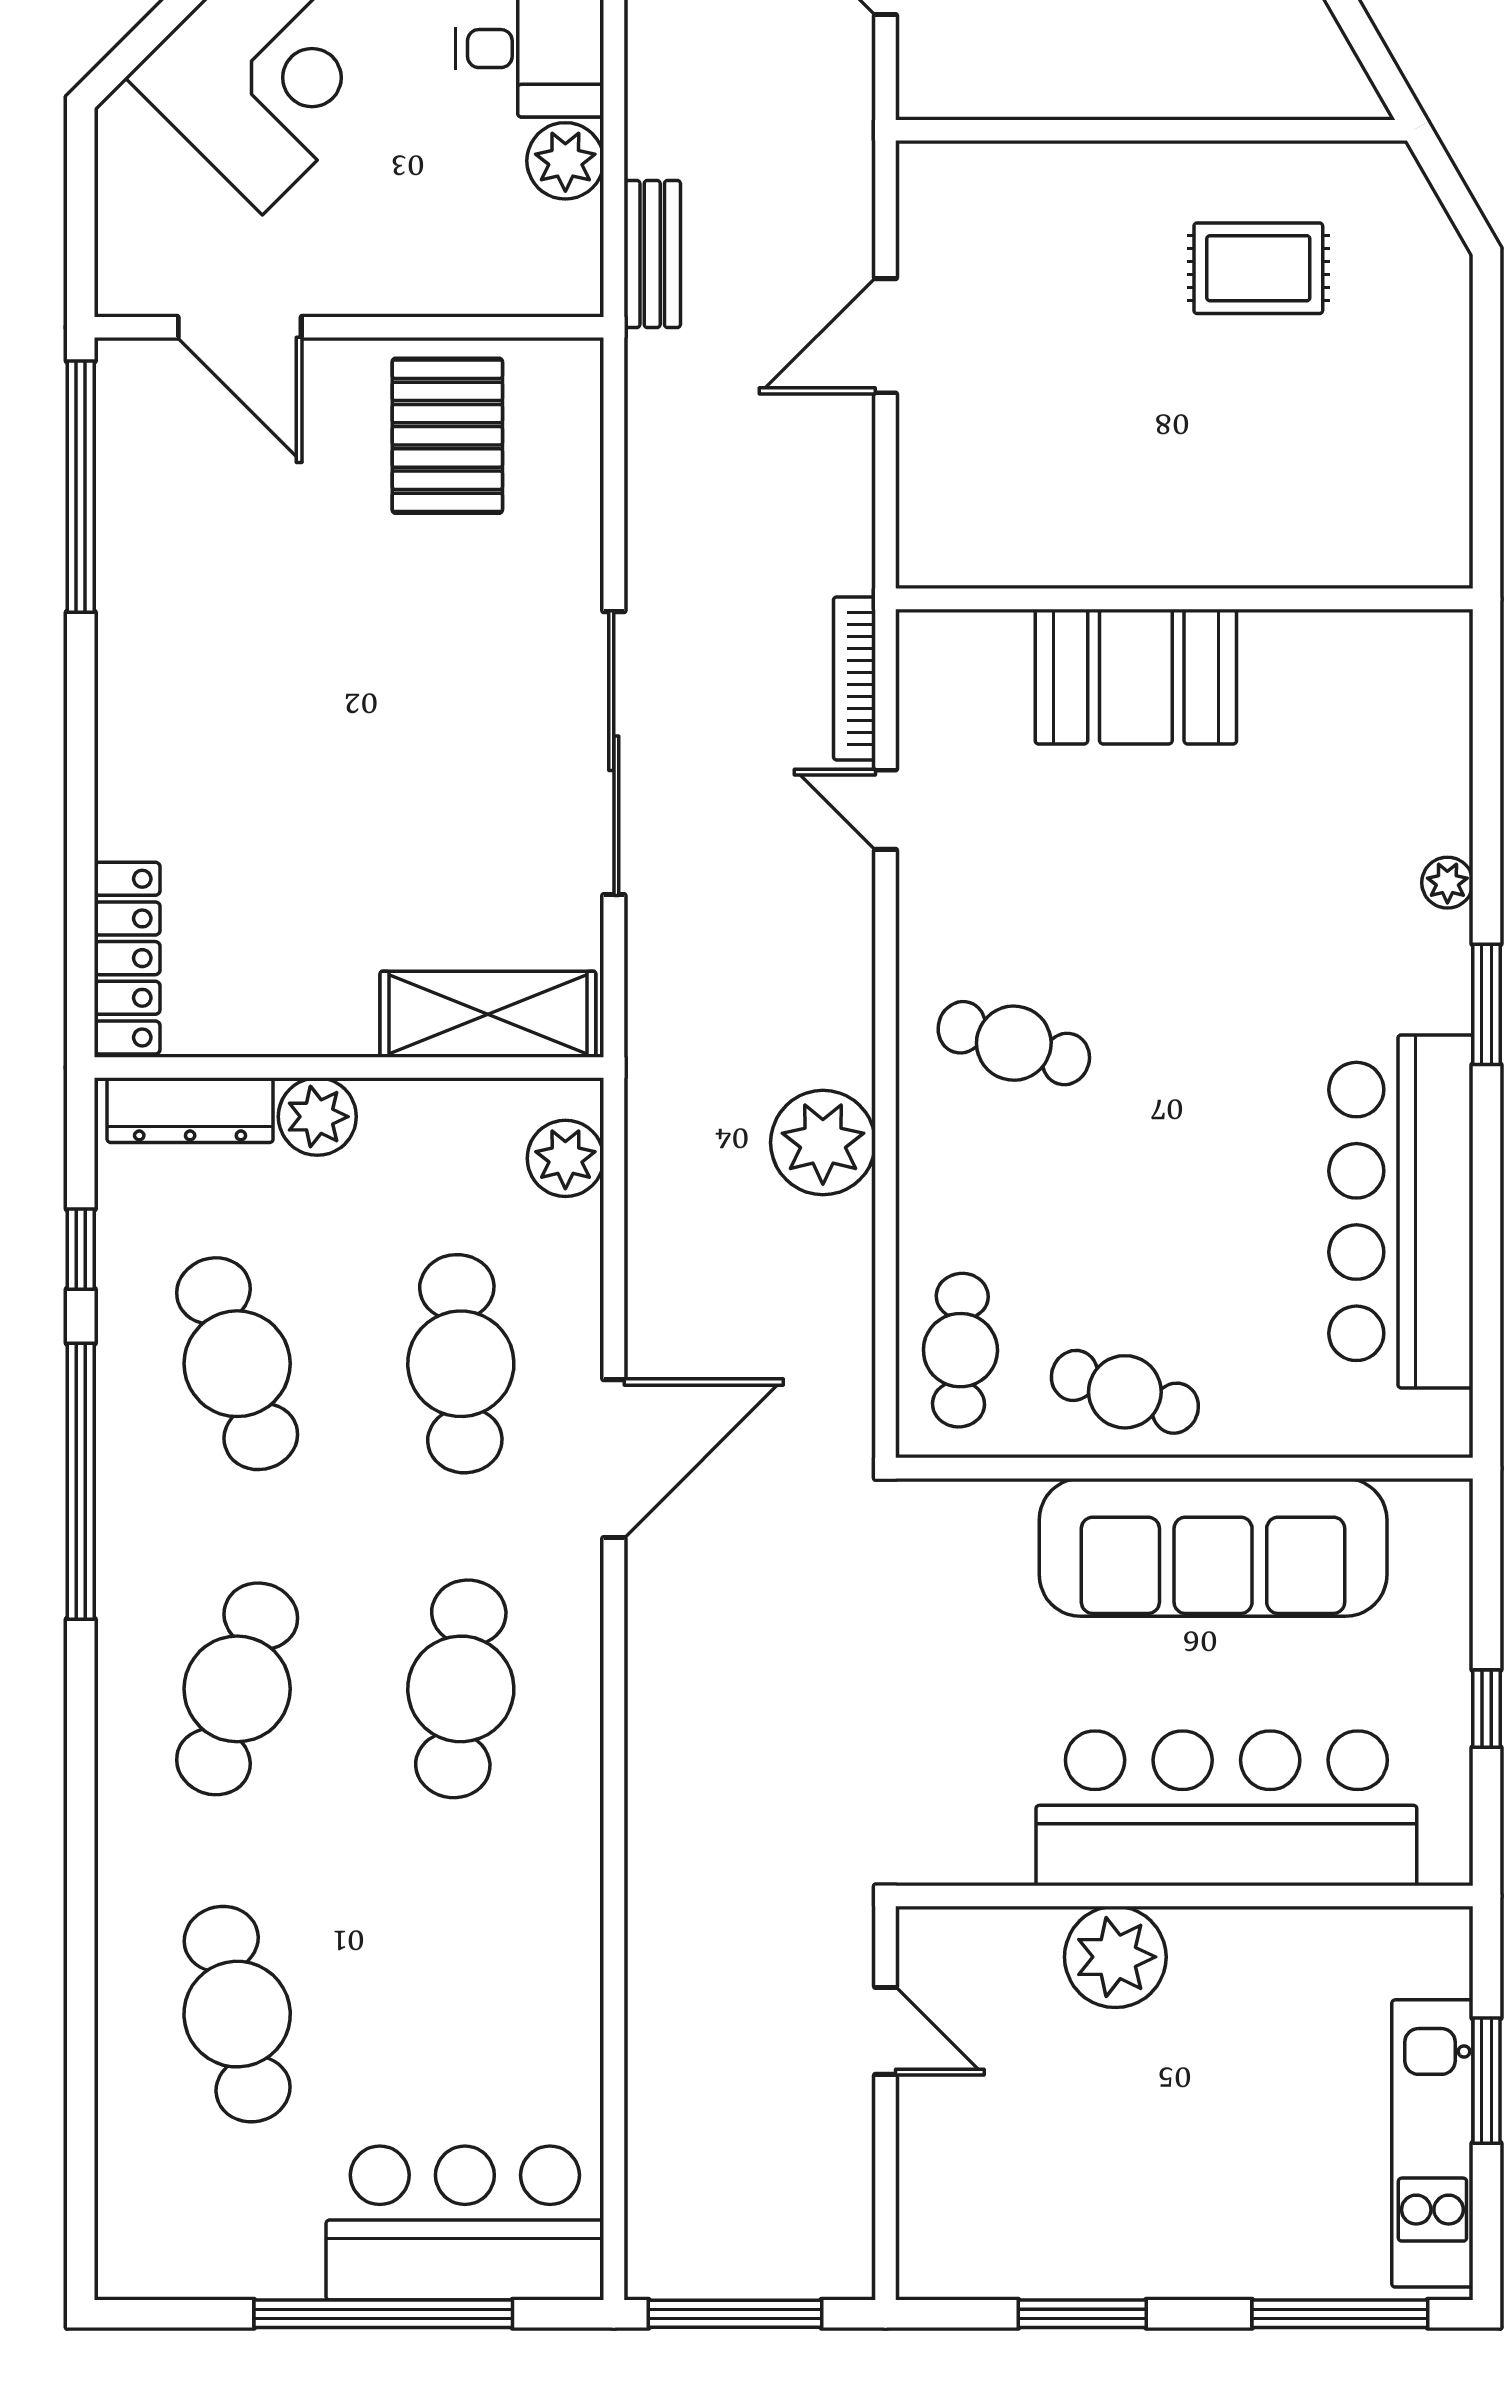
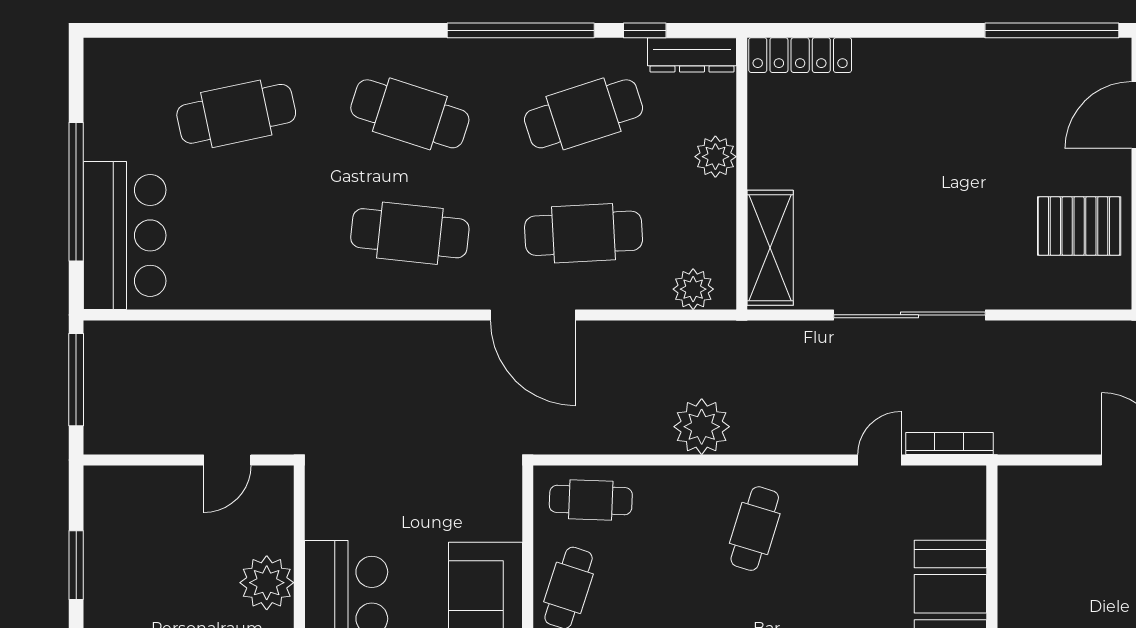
dresser: (190, 1110) -> (692, 55), moved, turned -90

